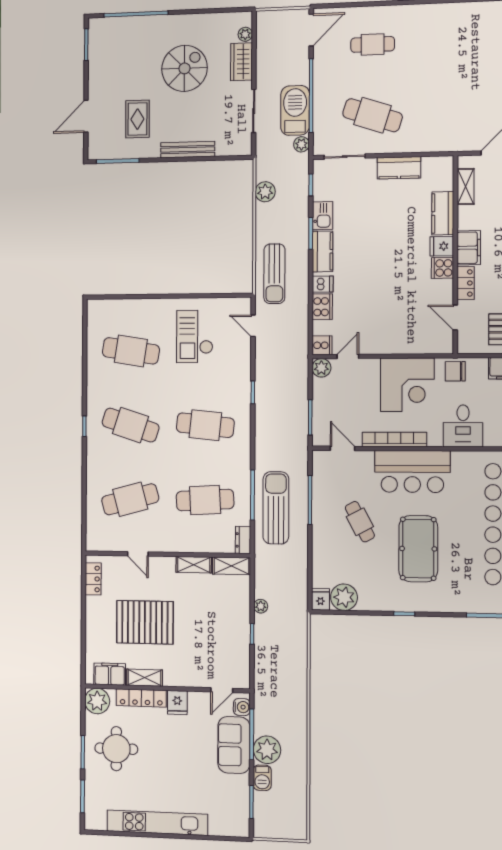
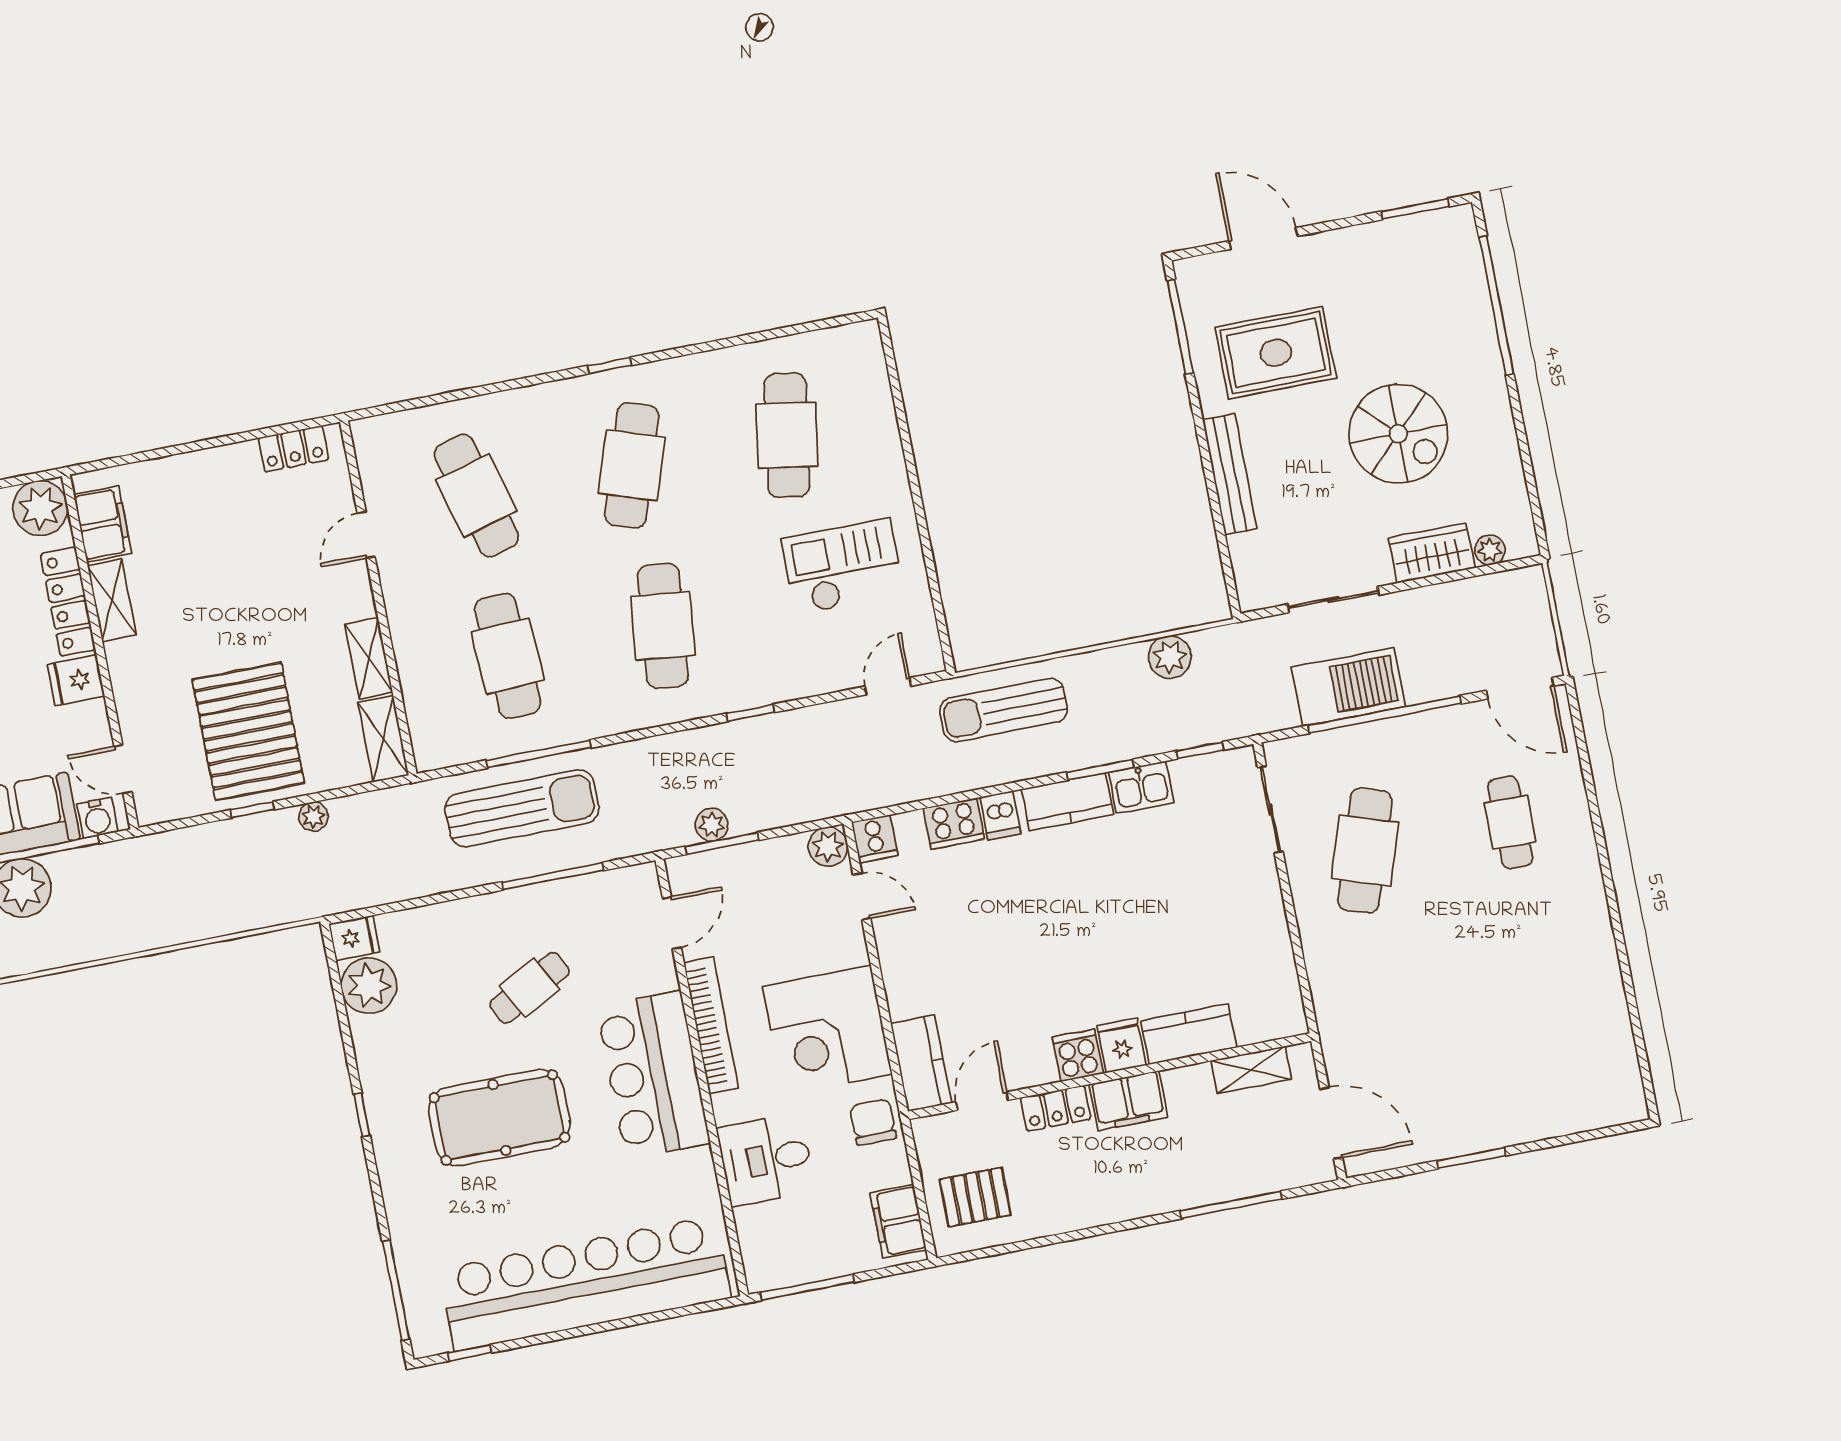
rug: (137, 119) -> (1276, 353), width x1.36, depth x1.43
plant: (301, 144) -> (712, 825), moved
kitchen counter: (399, 168) -> (921, 1063), moved, turned 180
dresser: (243, 540) -> (442, 753), removed
pallet: (145, 622) -> (248, 731), moved

